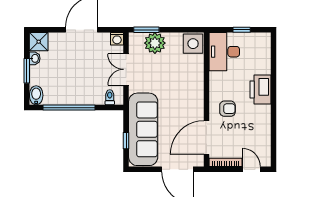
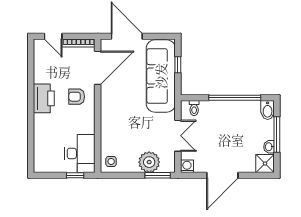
window: (242, 30) -> (75, 175), moved
side table: (193, 44) -> (111, 161), width x0.54, depth x0.54
window: (27, 71) -> (277, 134), width x1.44
printer: (260, 90) -> (44, 98), moved

